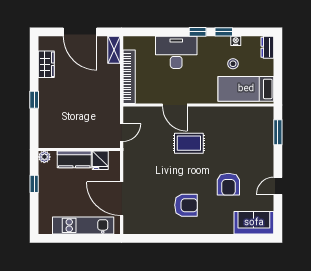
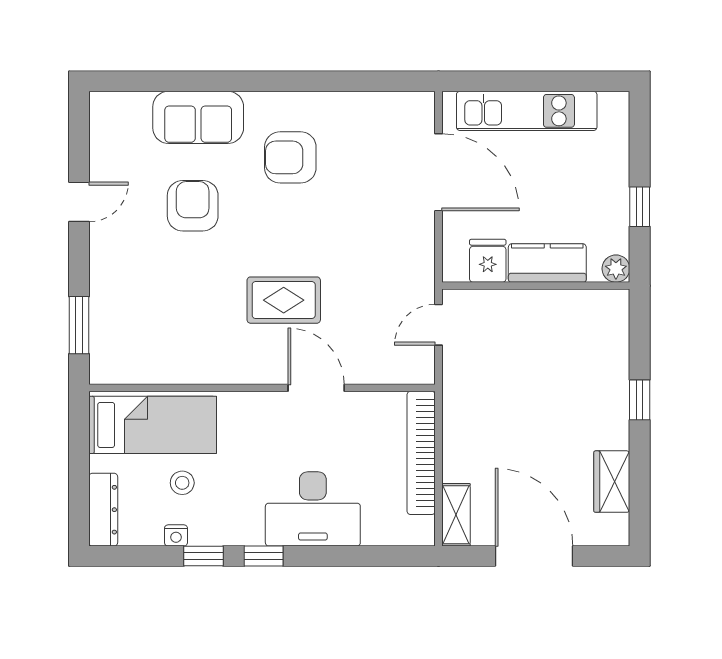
dresser: (267, 47) -> (103, 510), width x1.44
sofa: (254, 223) -> (198, 117), moved

